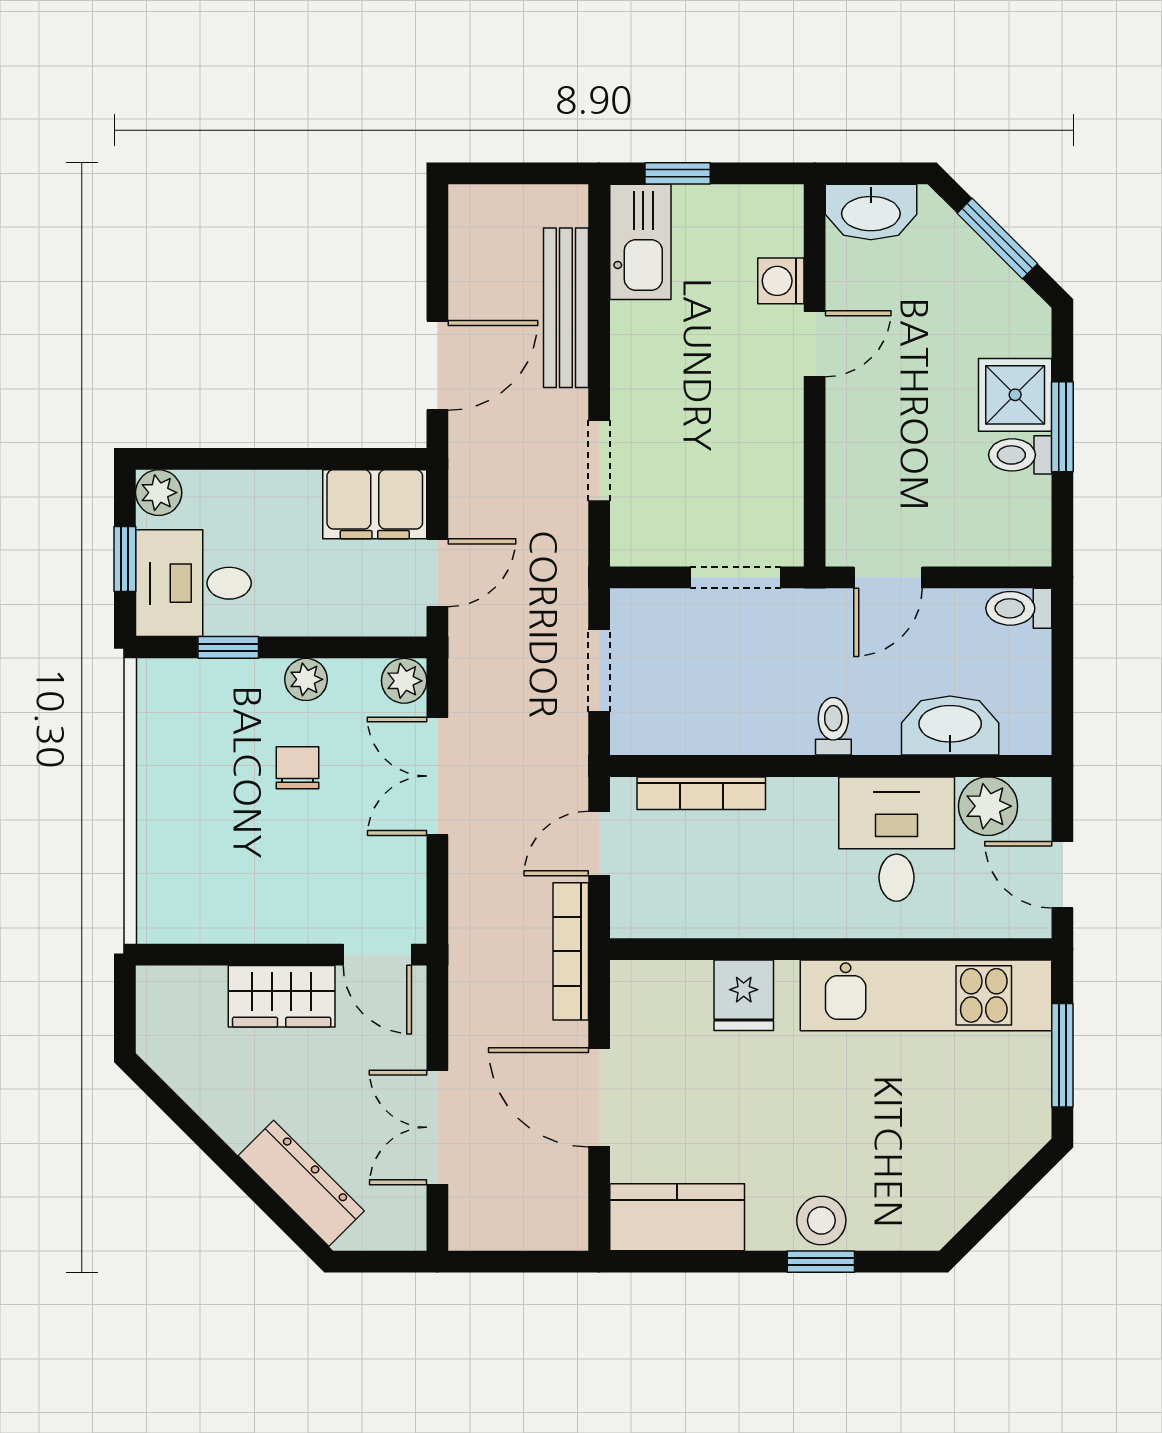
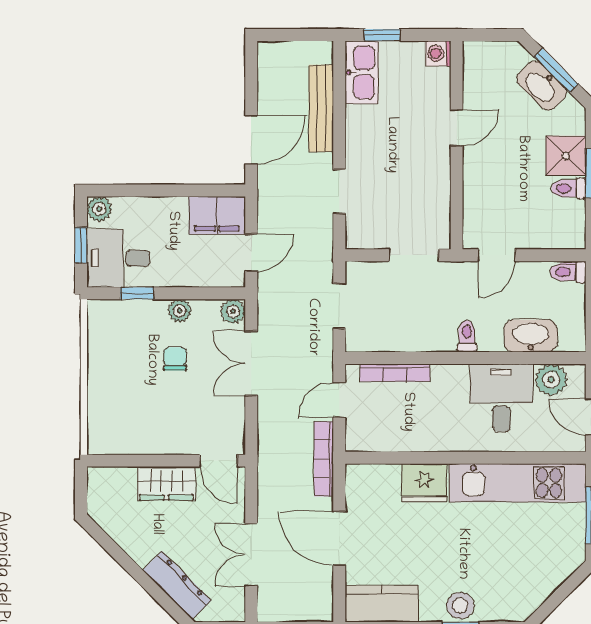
washbasin: (871, 212) -> (542, 86), moved, turned 45
washing machine: (781, 281) -> (438, 53), moved
fridge: (744, 995) -> (424, 483), width x1.38

